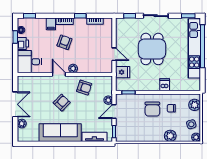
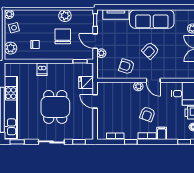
chair: (152, 109) -> (63, 36), moved
door: (114, 112) -> (95, 41), swing flipped
plant: (170, 136) -> (65, 16), moved

